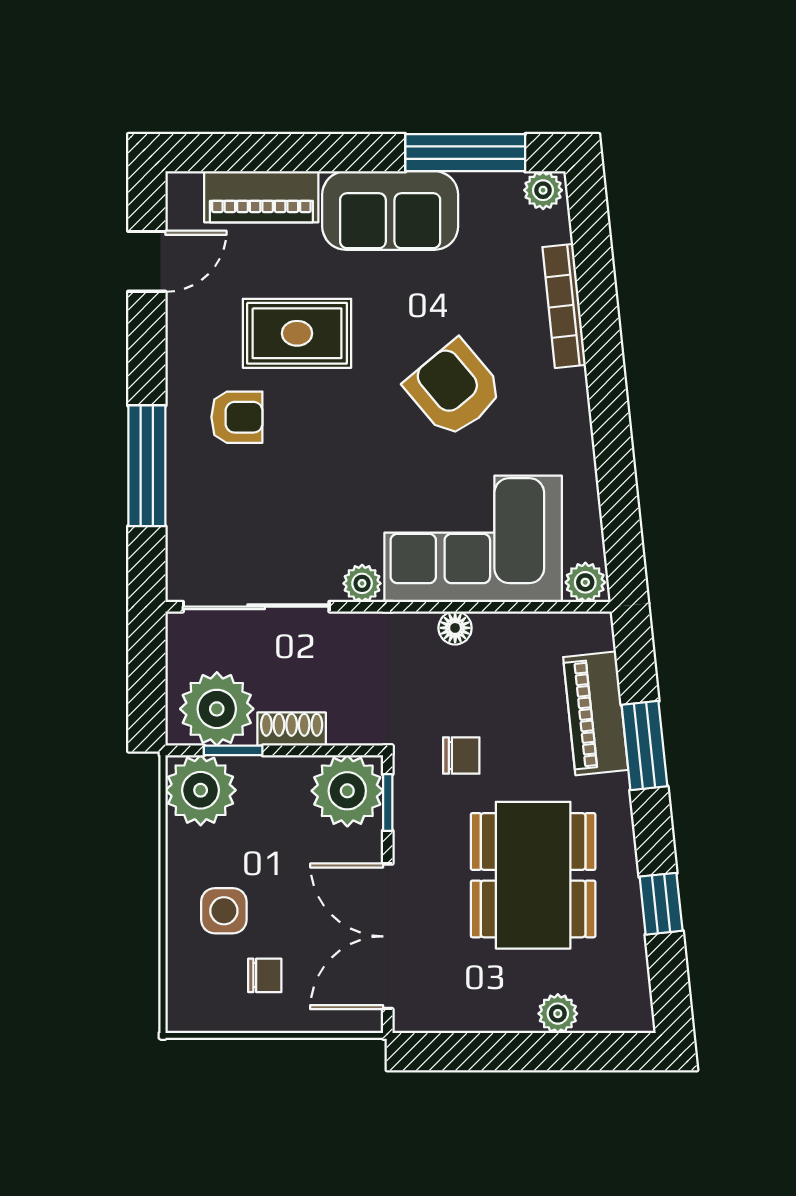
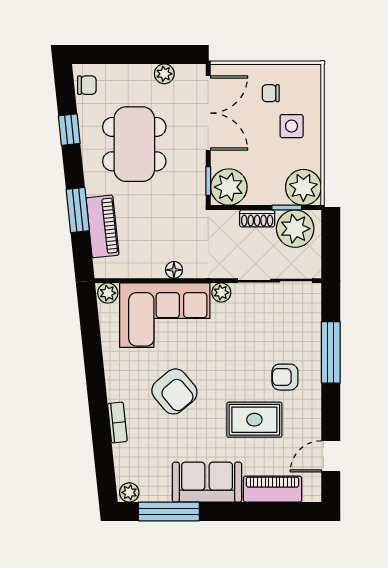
bookcase: (564, 306) -> (117, 423), width x0.64
chair: (461, 755) -> (87, 85), moved, turned 180
plant: (558, 1014) -> (164, 74), moved

